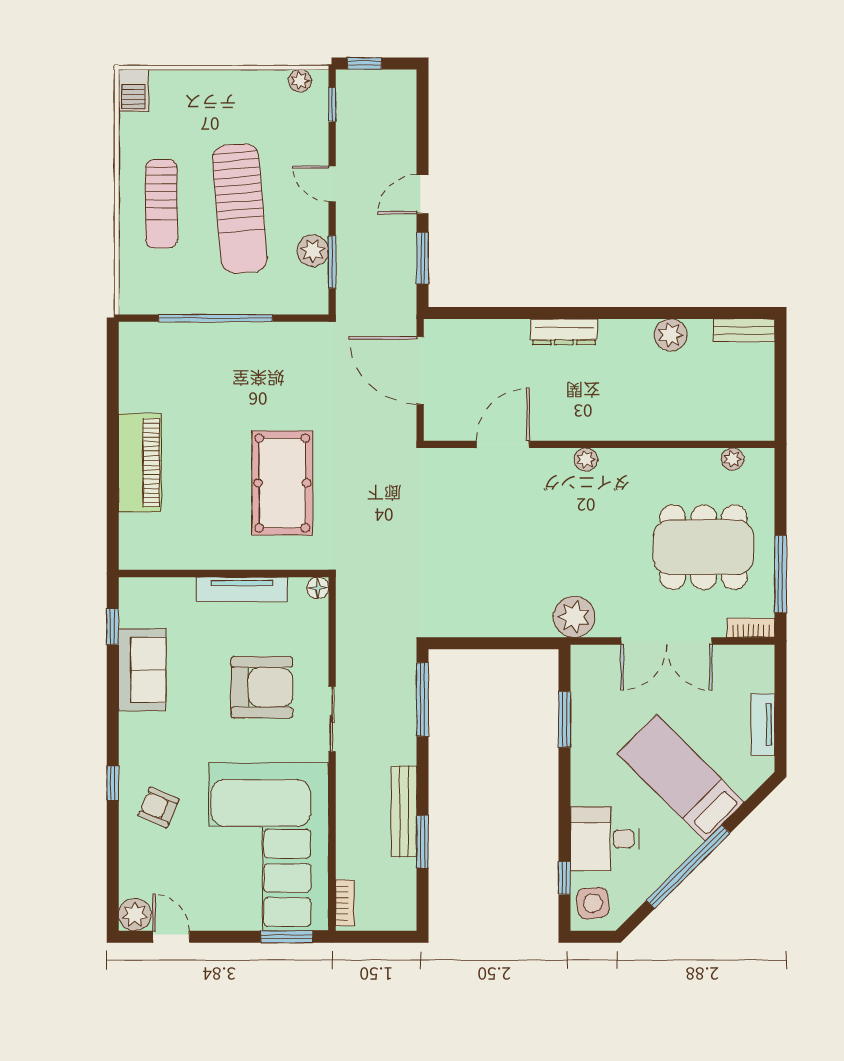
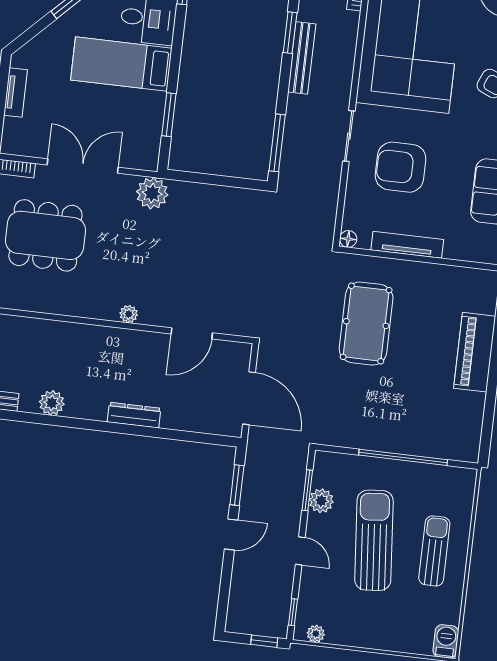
plant: (733, 459) -> (15, 301), removed
bed: (681, 778) -> (121, 64), moved, turned 135

